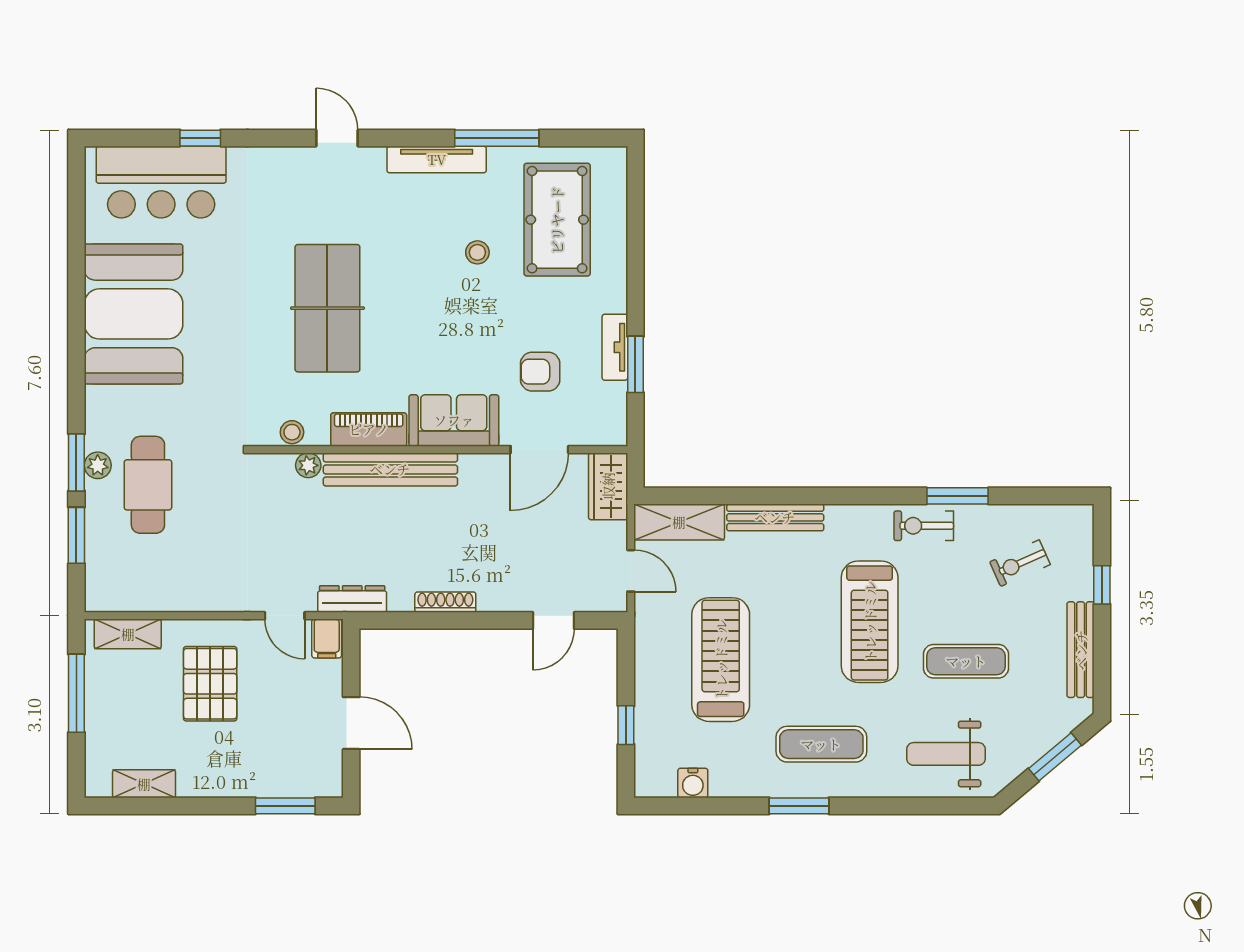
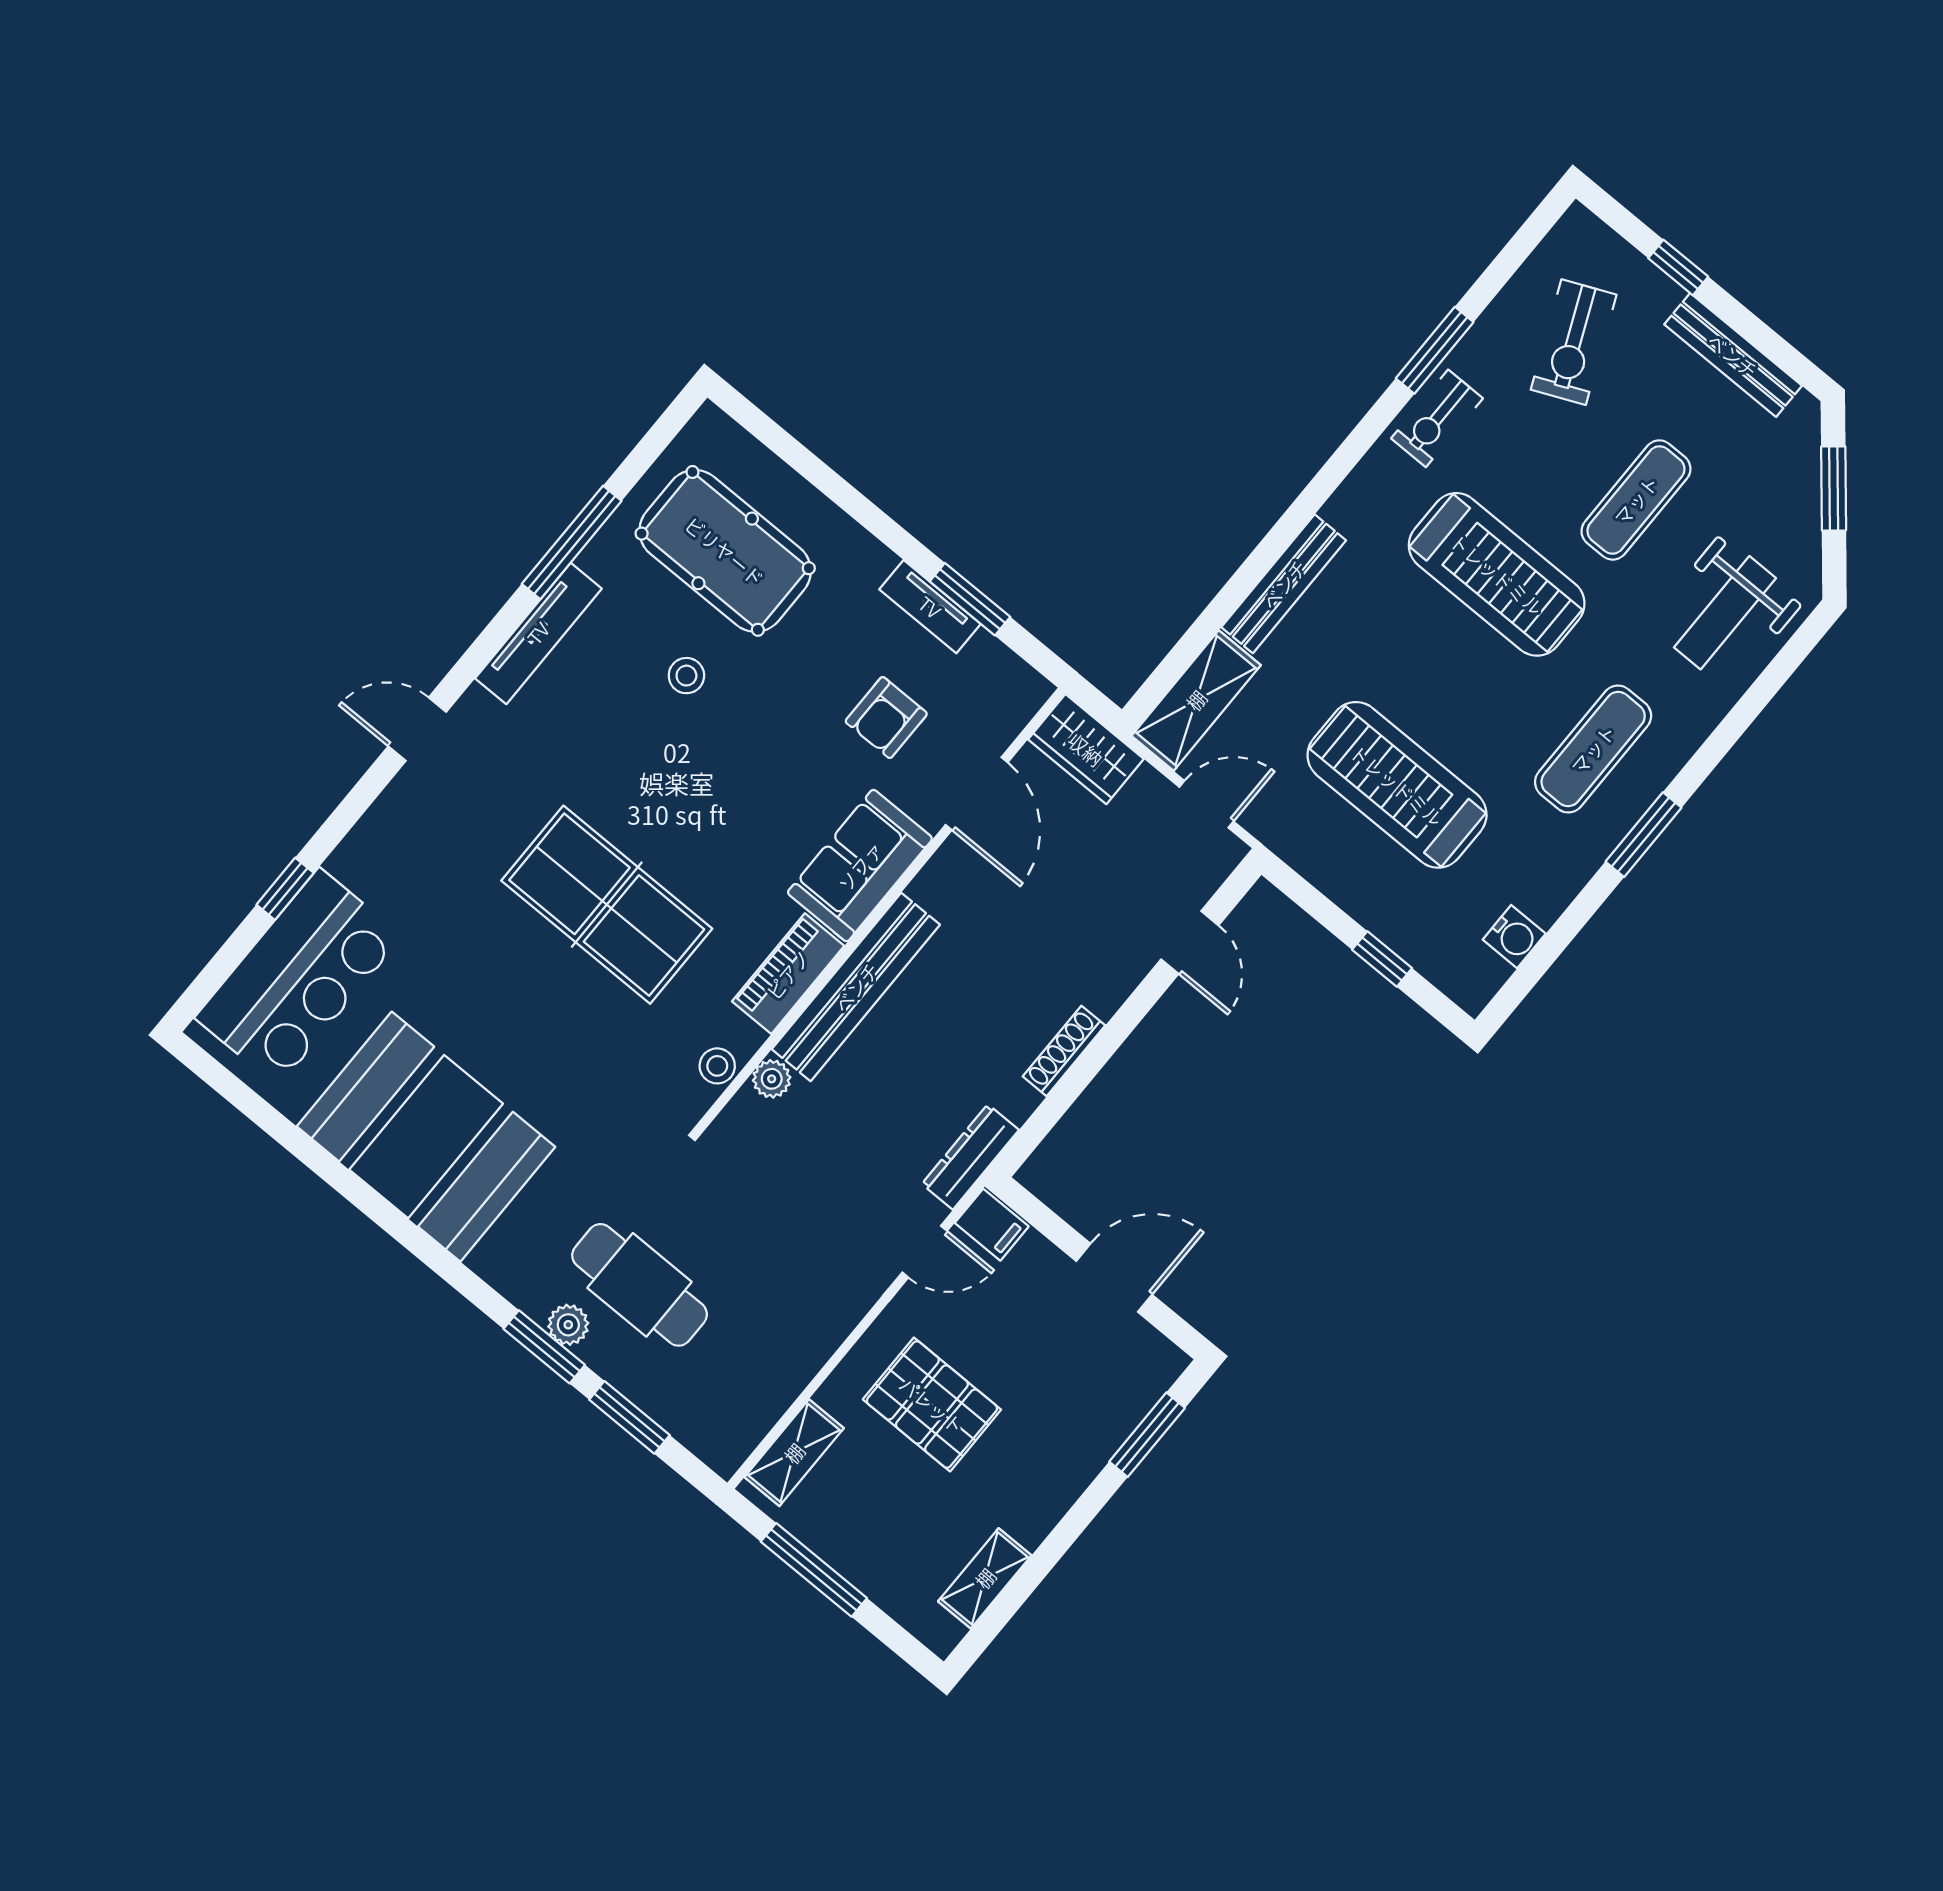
exercise bike: (1020, 563) -> (1574, 342), width x1.38, depth x1.39

